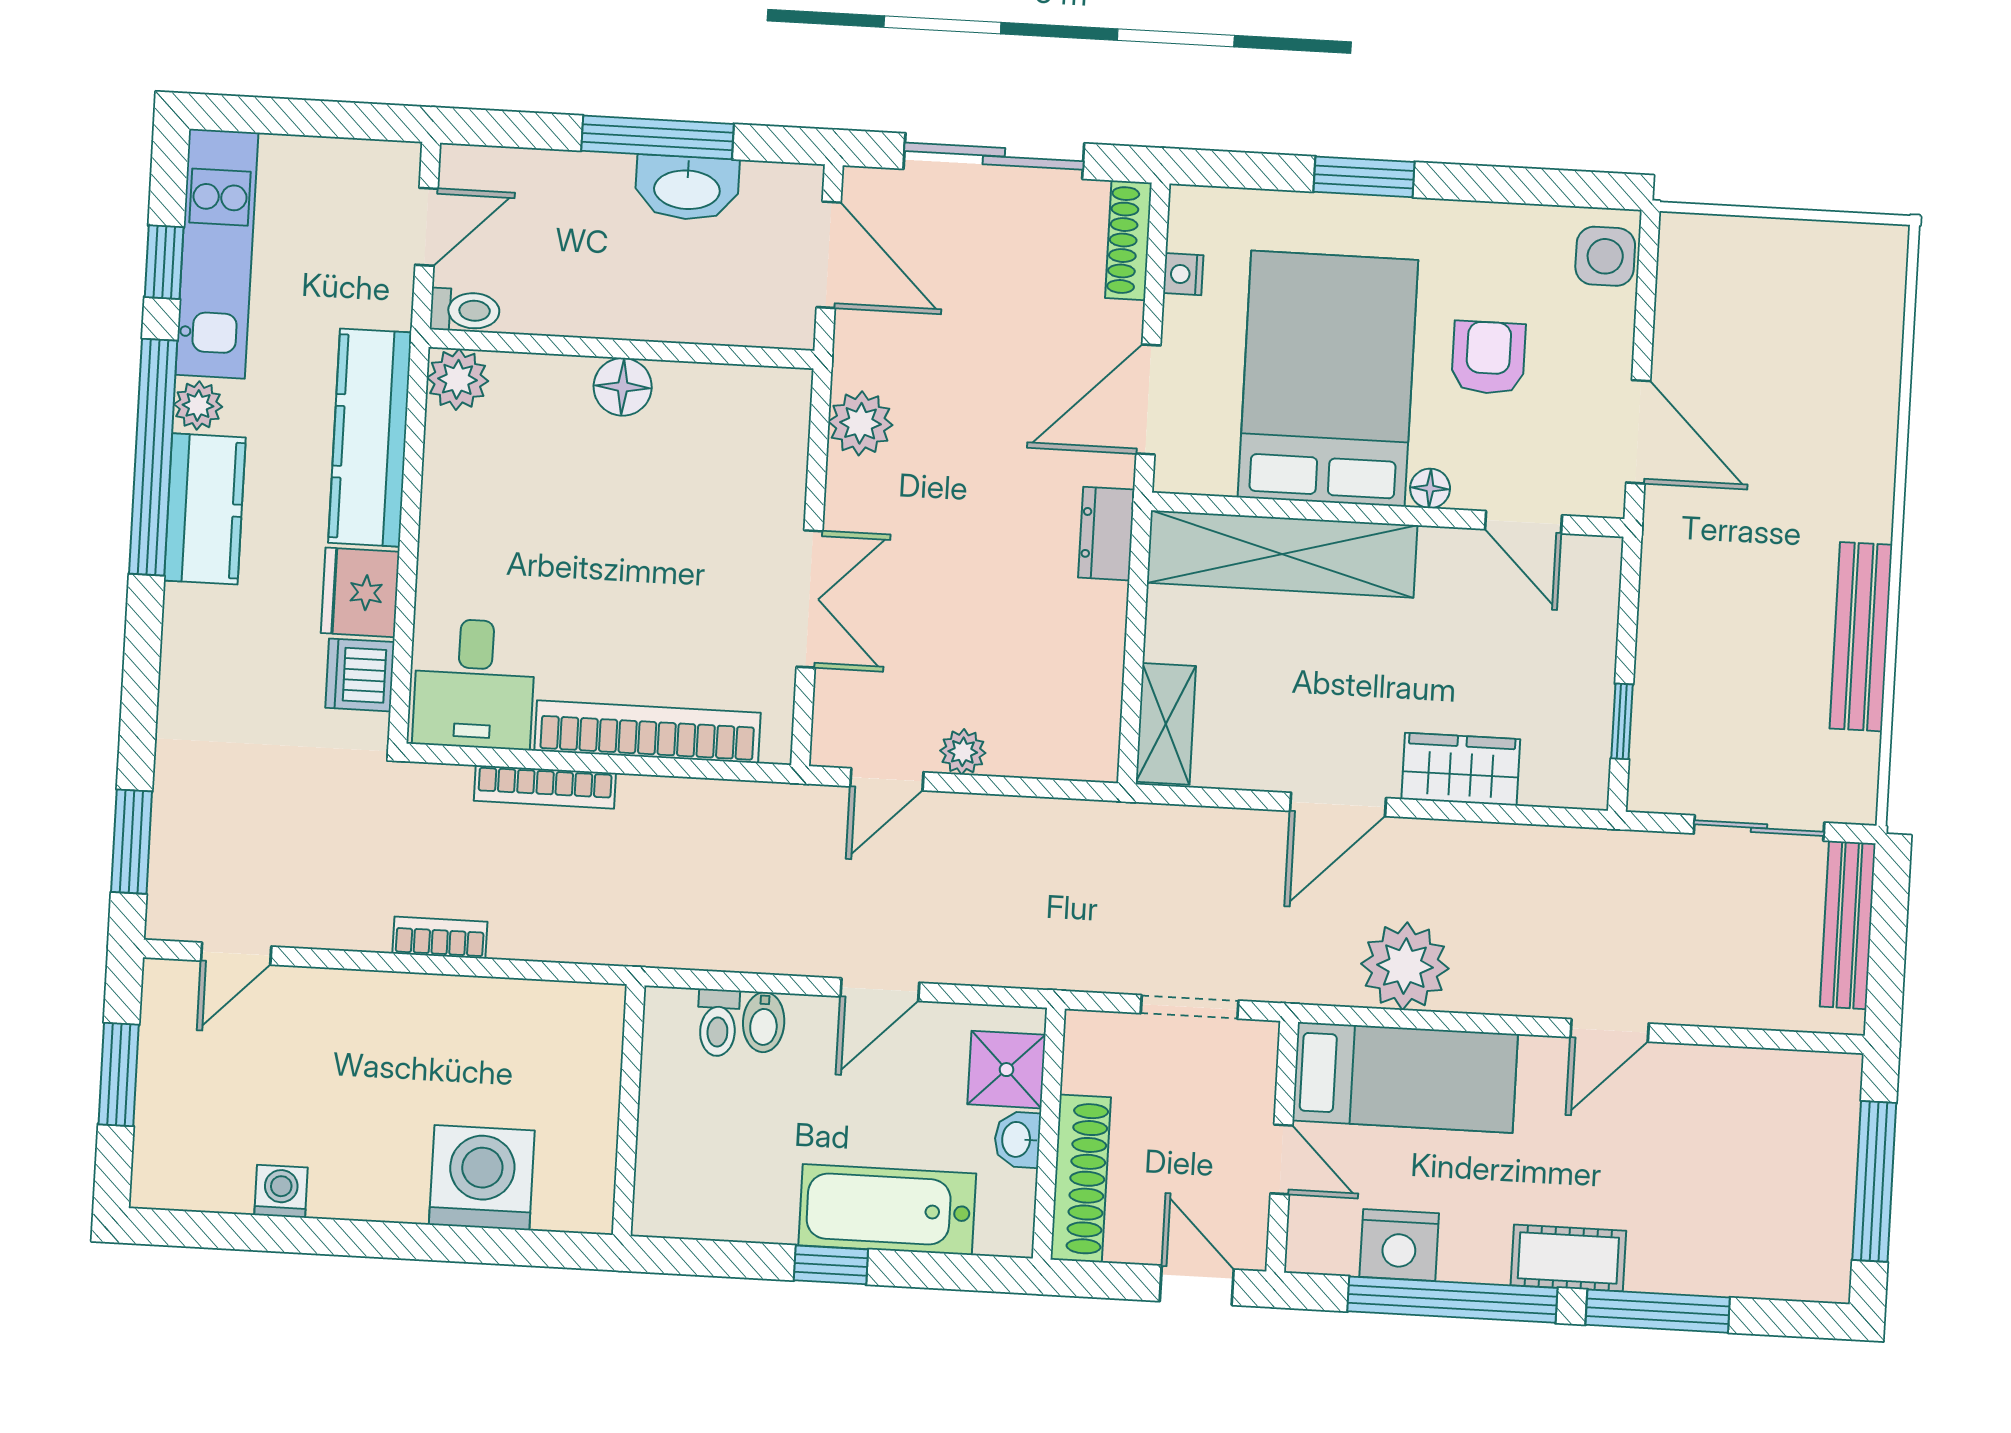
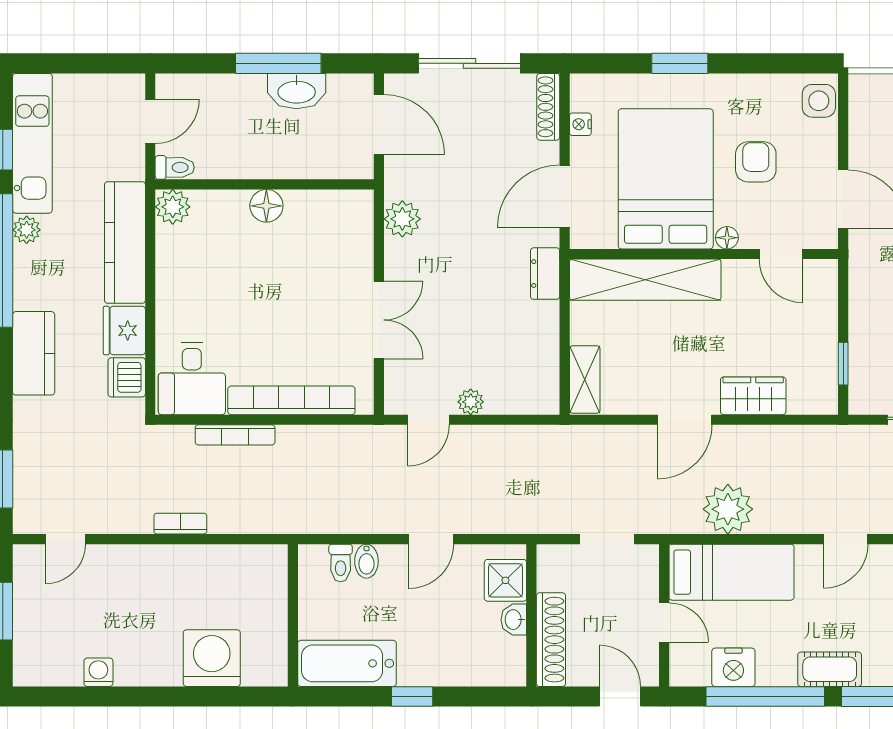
kitchen counter: (205, 509) -> (34, 353), moved
bathtub: (887, 1209) -> (347, 663), moved

